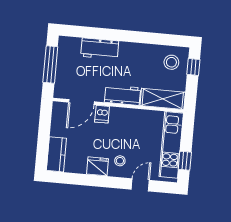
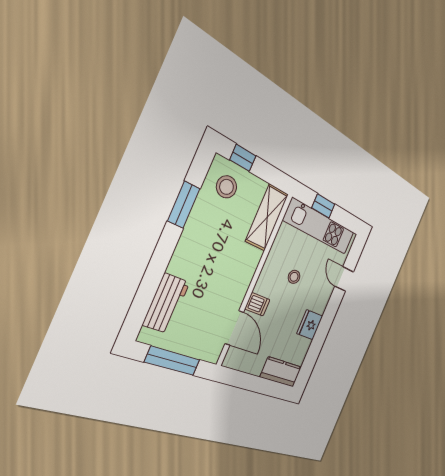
window: (151, 38) -> (184, 205), added
workbench: (100, 49) -> (166, 303), moved
workbench: (123, 95) -> (244, 270), removed
stool: (120, 161) -> (294, 277), moved
window: (185, 161) -> (323, 206), moved

